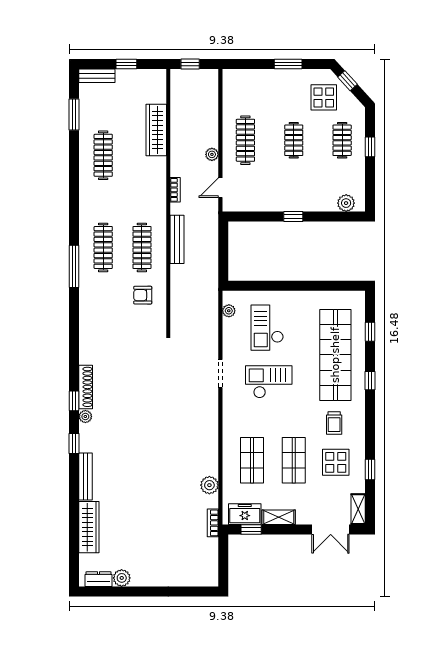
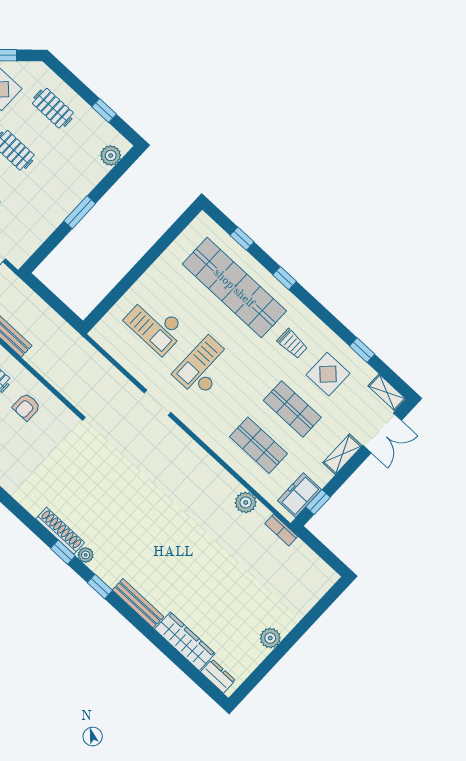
window: (370, 147) -> (104, 110), moved
window: (293, 217) -> (80, 212), width x1.50
plant: (229, 311) -> (110, 345), removed
shelving: (279, 517) -> (342, 454), moved
plant: (122, 578) -> (270, 638), moved
dresser: (99, 579) -> (218, 676), moved, turned 90

